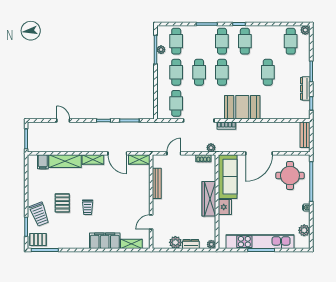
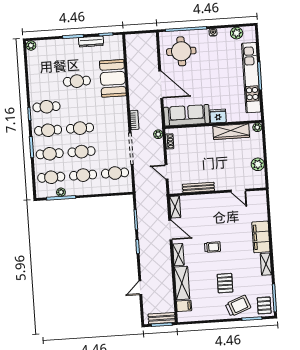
cafe table: (291, 41) -> (50, 154), moved
booth: (242, 107) -> (113, 78), moved
bench: (305, 135) -> (162, 318), moved
door: (117, 153) -> (170, 230), hinge flipped
wardrobe: (209, 199) -> (231, 132), moved
pallet: (62, 203) -> (225, 283), turned 90
trolley: (88, 207) -> (213, 247), moved
shelving: (131, 244) -> (266, 264), moved
dresser: (191, 244) -> (258, 148), removed

